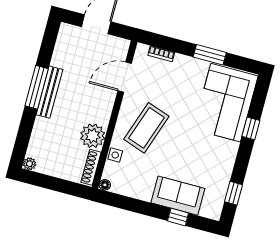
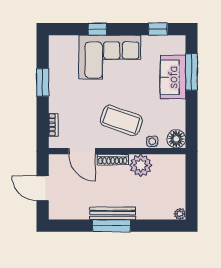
corner sofa: (226, 103) -> (110, 57), moved
shoe rack: (91, 167) -> (113, 159), moved
floor lamp: (105, 185) -> (176, 139), width x1.89, depth x1.89
window: (178, 217) -> (192, 72), width x2.17

